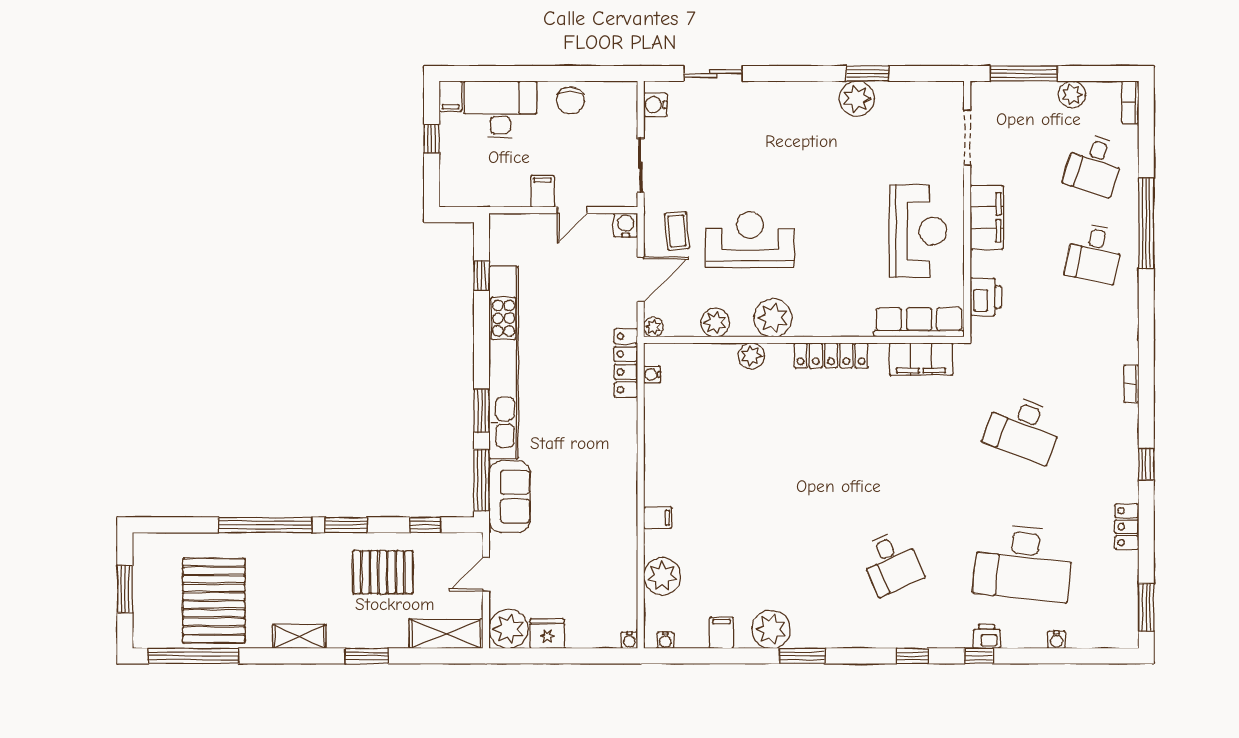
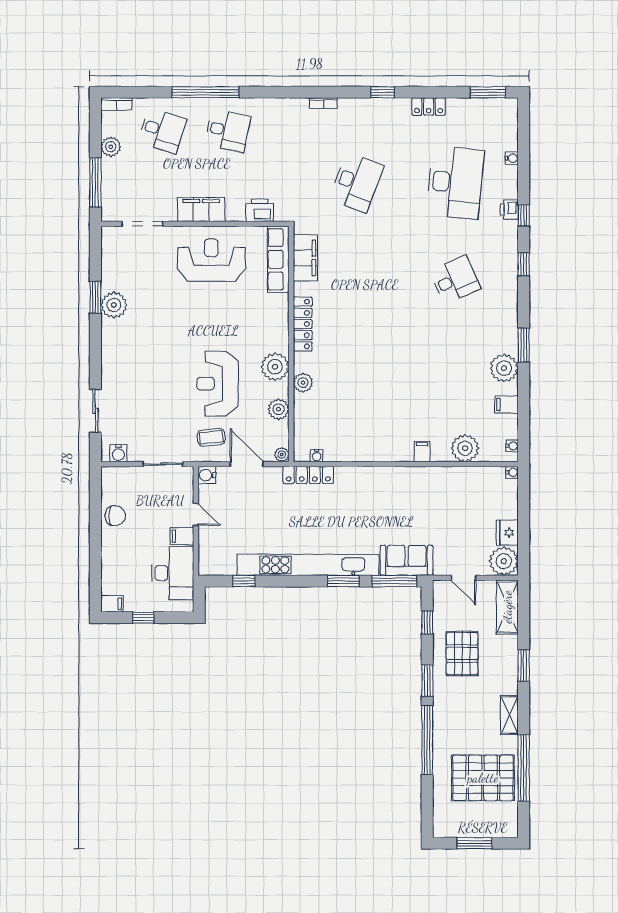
desk: (500, 109) -> (173, 573), moved, turned 180
window: (193, 656) -> (524, 768), moved

